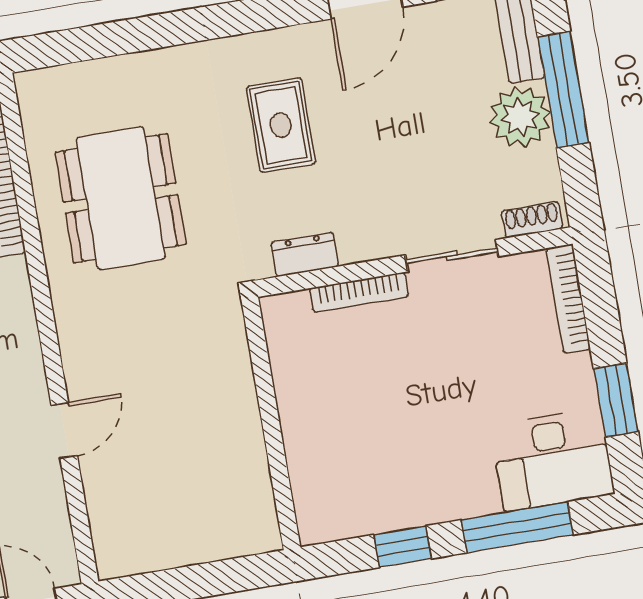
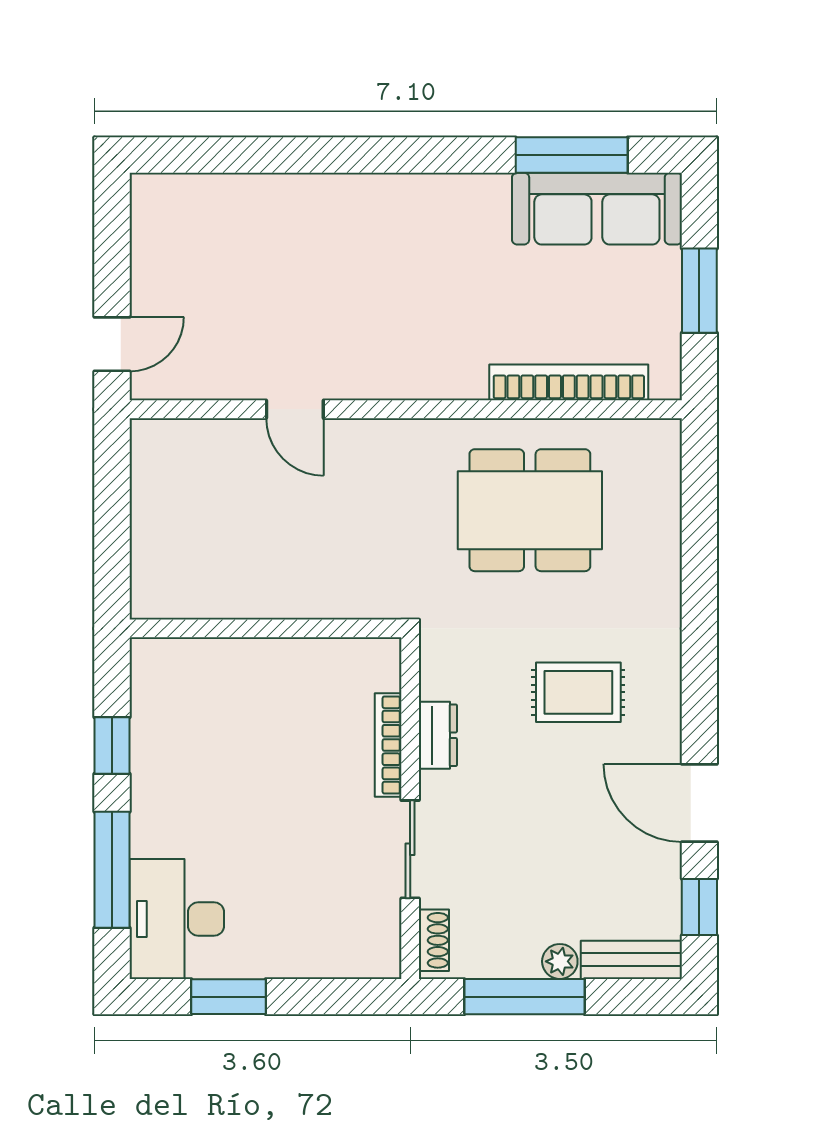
window: (563, 90) -> (525, 997), moved
plant: (520, 117) -> (560, 961), width x0.53, depth x0.53
dresser: (305, 254) -> (438, 735), moved
bookcase: (568, 299) -> (344, 964), removed

